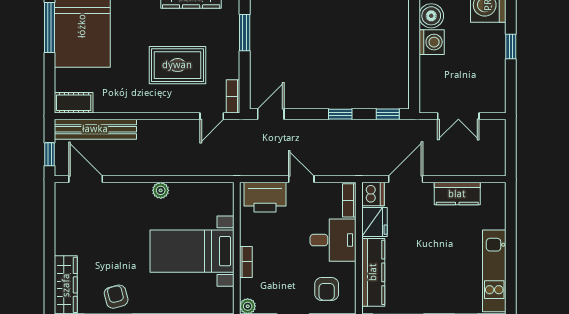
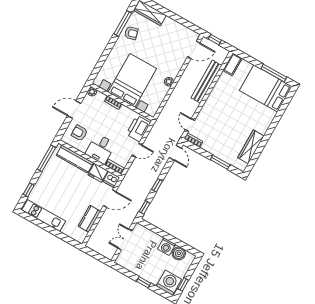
rug: (177, 65) -> (223, 123), removed
bench: (95, 129) -> (206, 82), moved
door: (406, 179) -> (110, 199), hinge flipped
bed with nightstands: (192, 251) -> (132, 80), width x1.36

